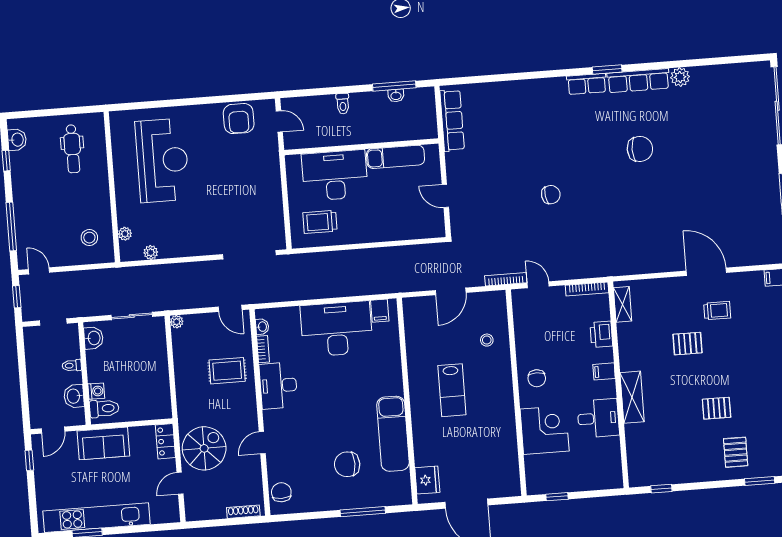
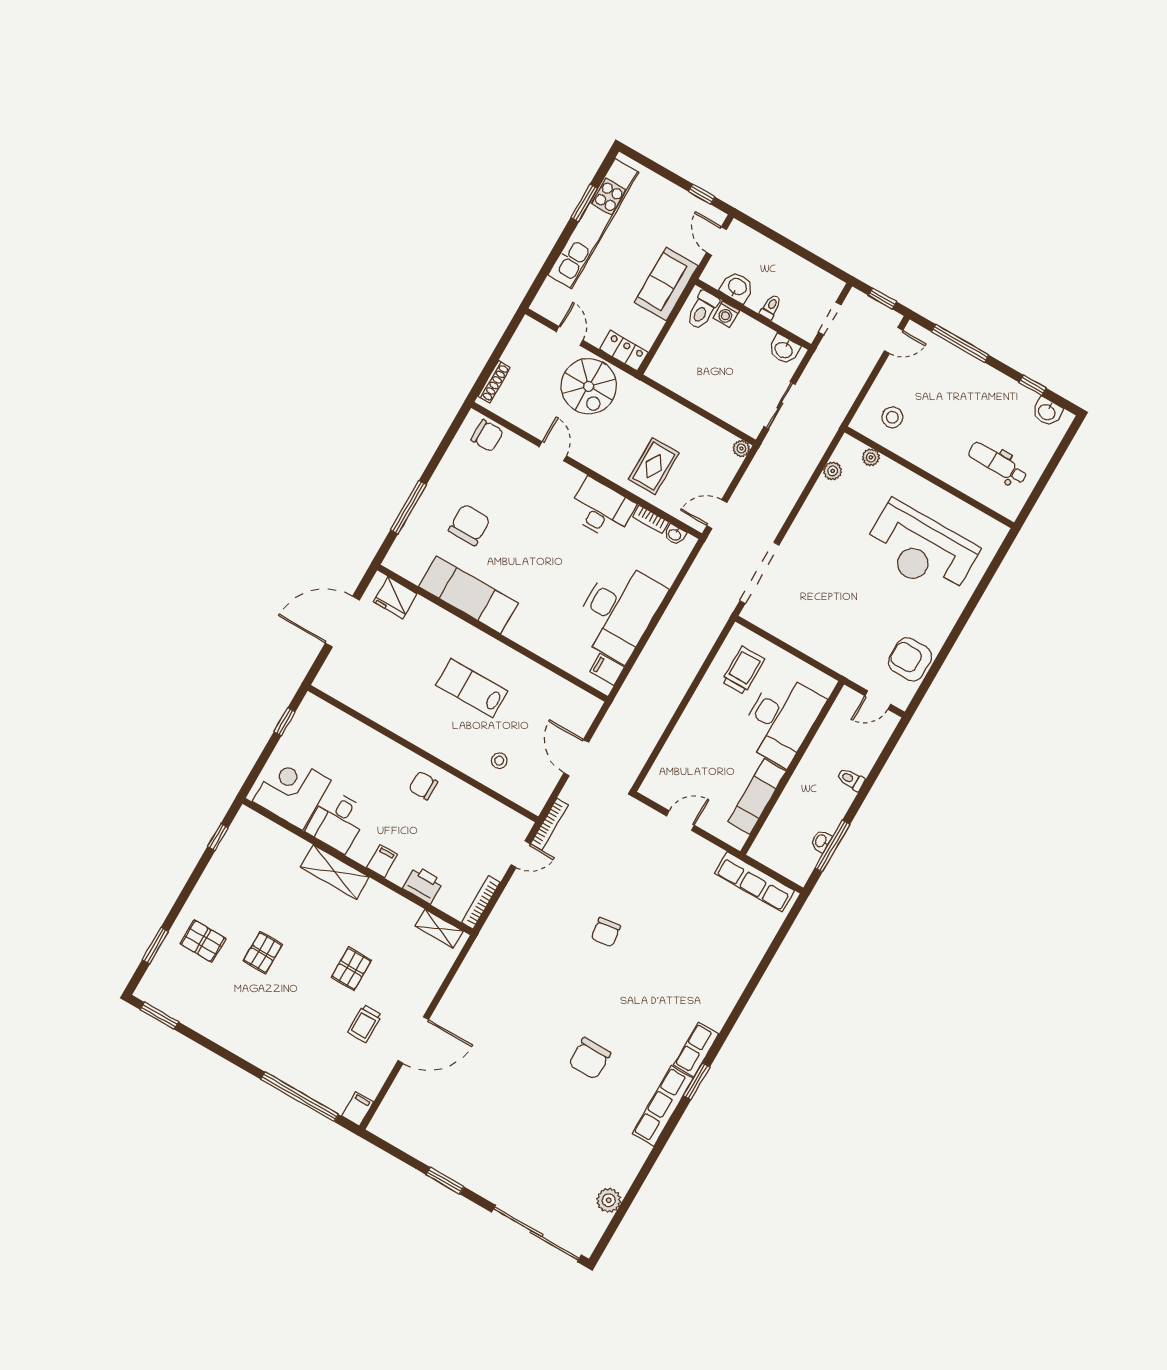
plant: (680, 77) -> (609, 1200), moved
corner desk: (545, 430) -> (292, 791), moved, turned 180

